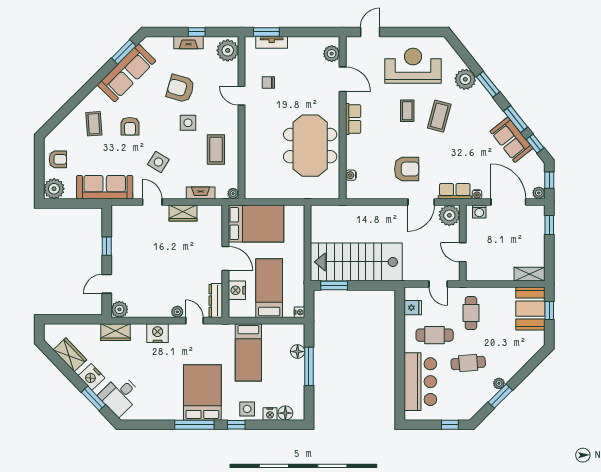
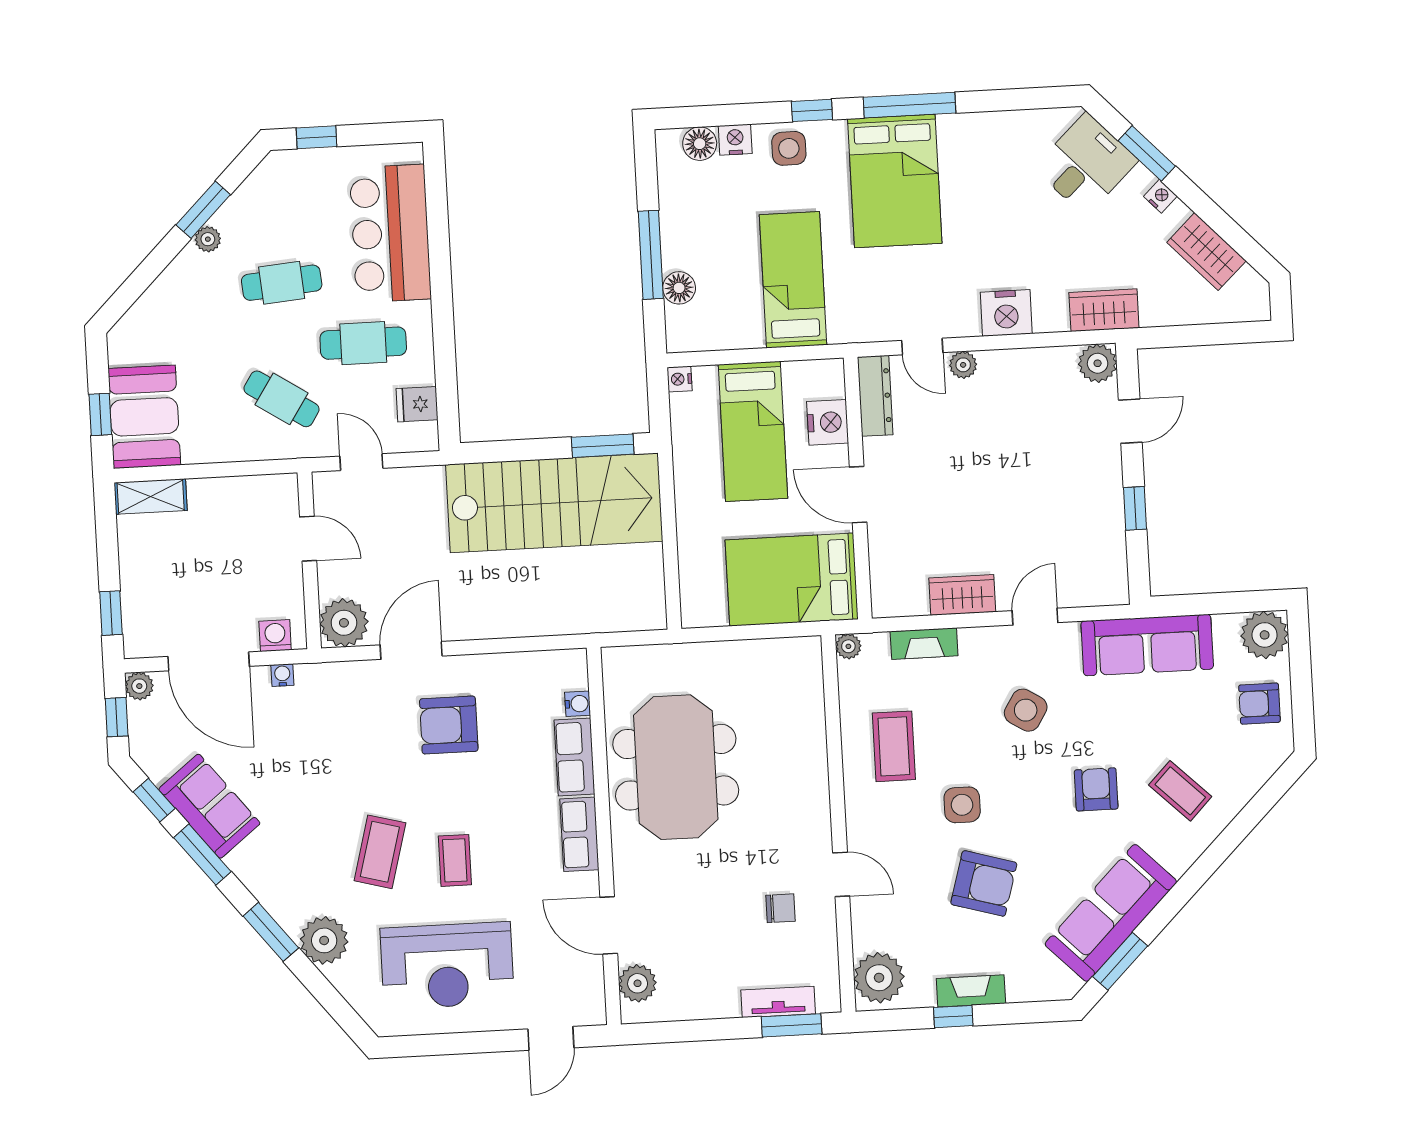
coffee table: (94, 124) -> (1180, 791), turned -42
row of seats: (455, 191) -> (574, 757), moved, turned 90
door: (152, 202) -> (1035, 617), swing flipped
cafe table: (471, 313) -> (282, 399), turned -57
nightstand: (91, 377) -> (1160, 196), width x0.53, depth x0.56

